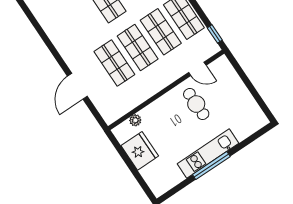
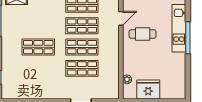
kitchen unit: (208, 154) -> (179, 28), moved
window: (211, 166) -> (188, 38), moved

